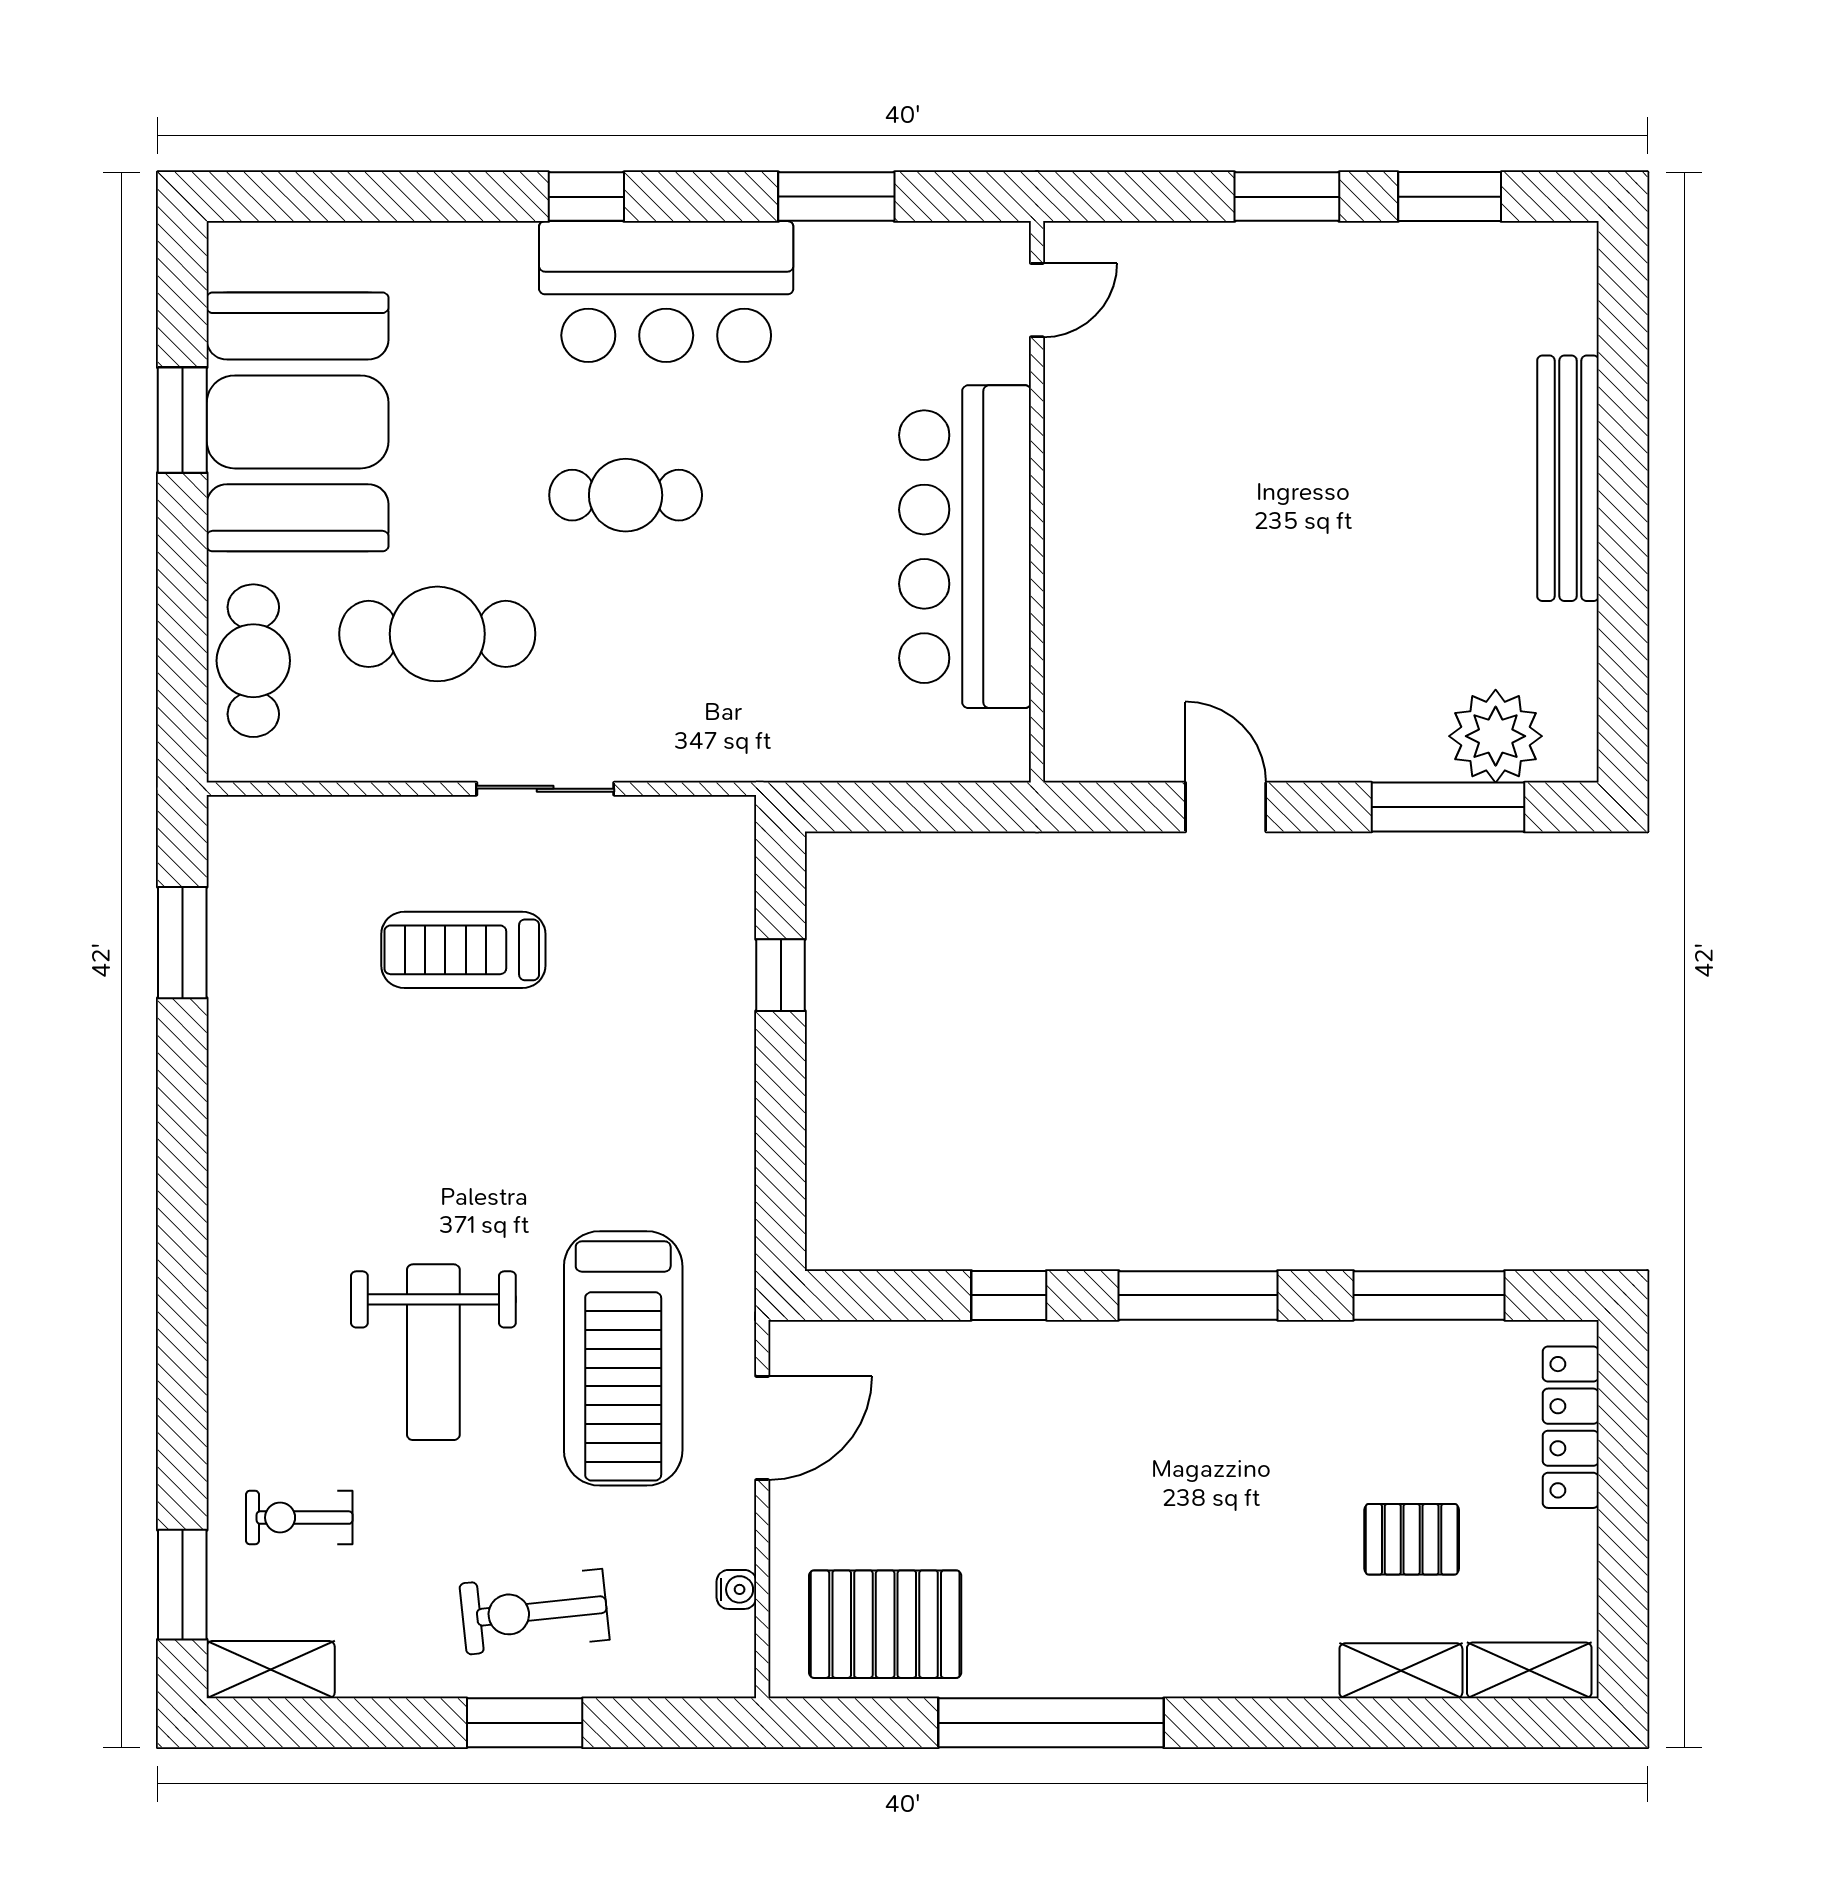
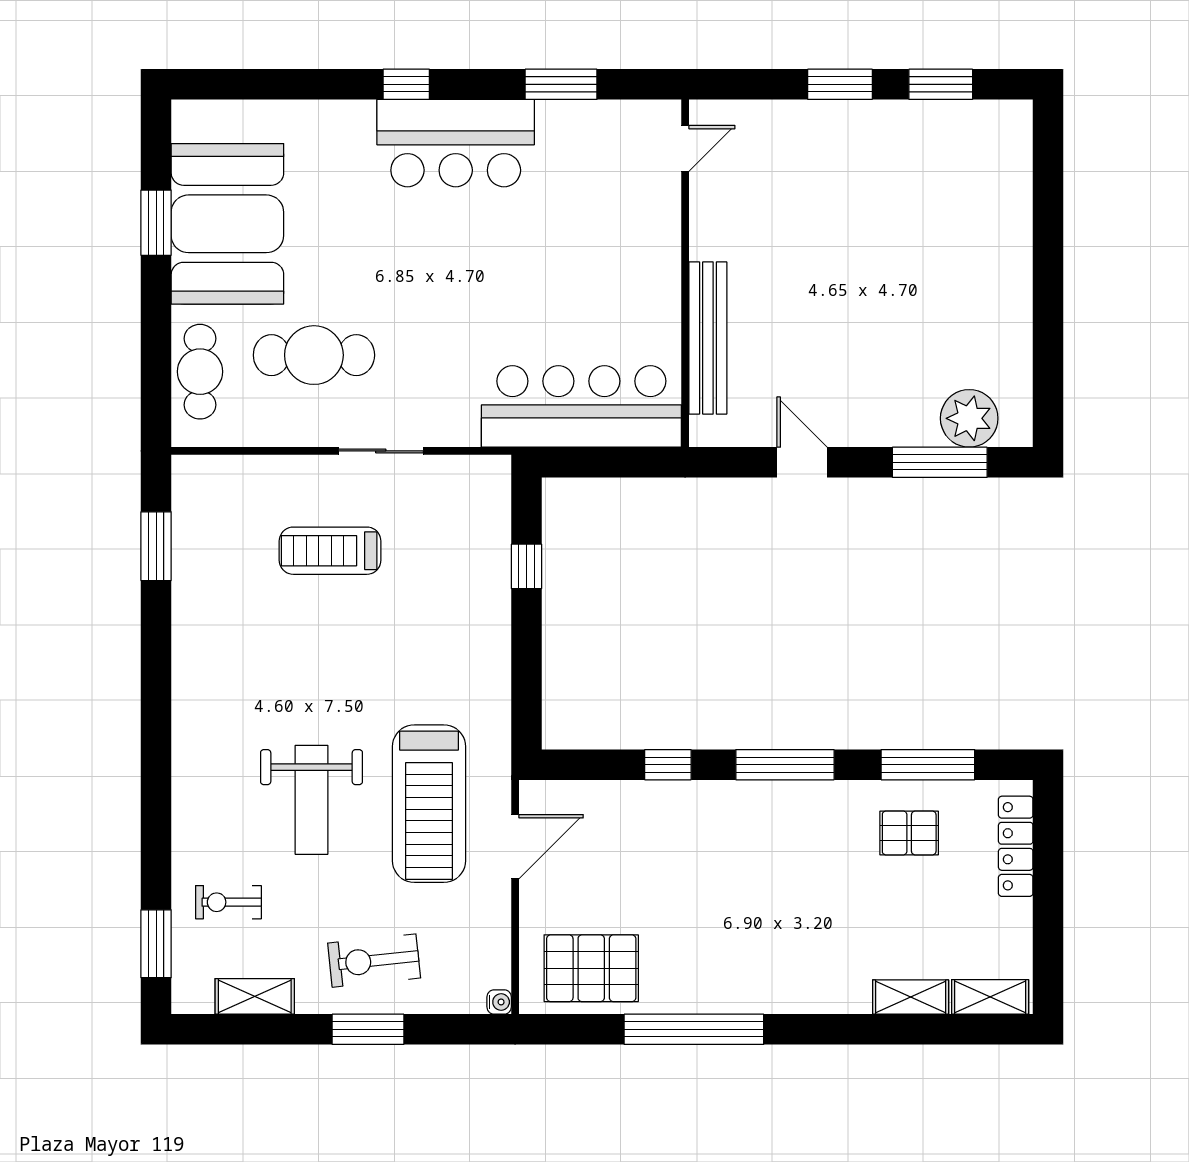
bench: (1568, 478) -> (708, 338), moved
cafe table: (626, 495) -> (431, 269), removed
bar counter: (965, 547) -> (581, 406), moved, turned 90
pallet: (1412, 1539) -> (909, 833), moved
water cooler: (736, 1589) -> (499, 1002), moved
shelving: (271, 1670) -> (255, 996), moved

